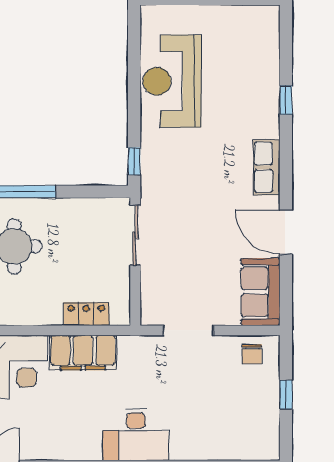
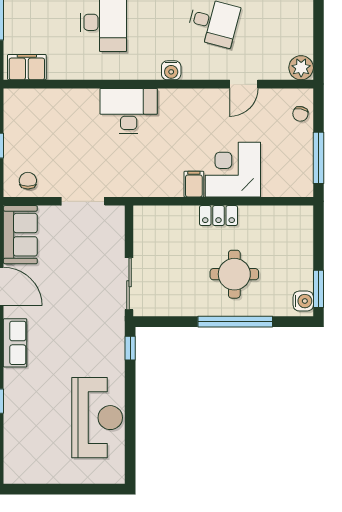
locker: (86, 314) -> (218, 216), moved
filing cabinet: (83, 353) -> (194, 184), width x0.33, depth x0.86

